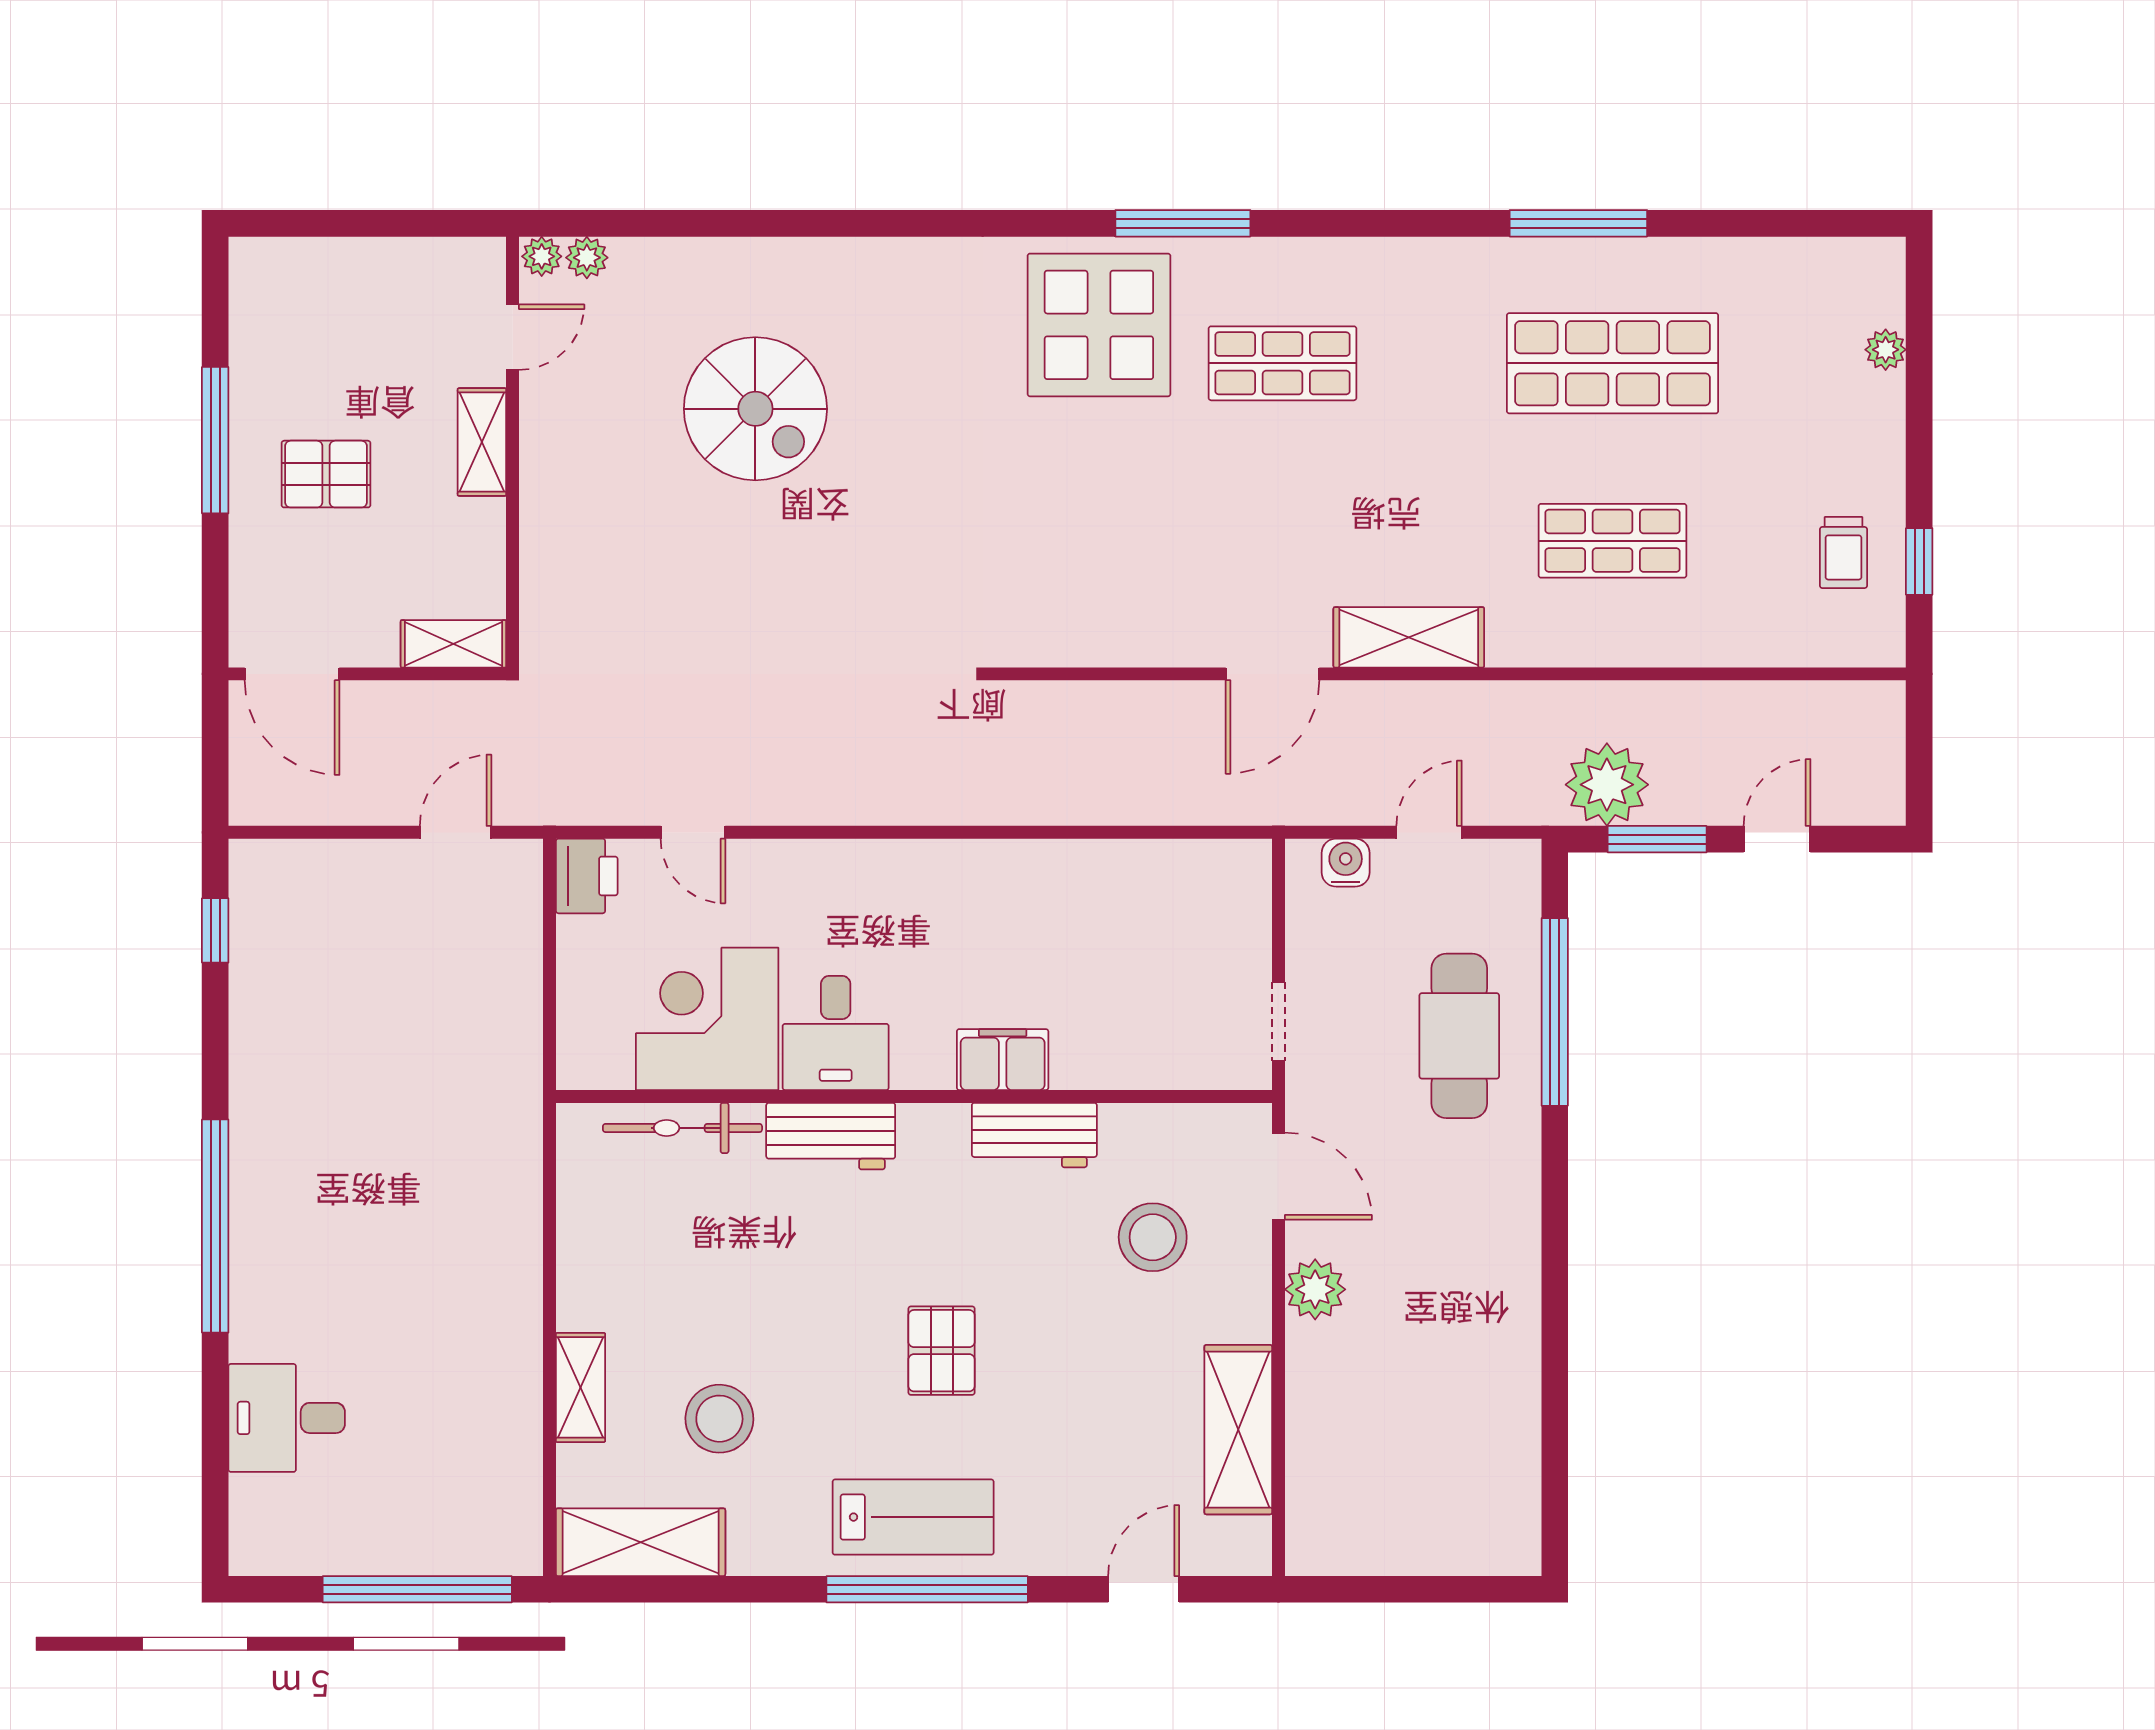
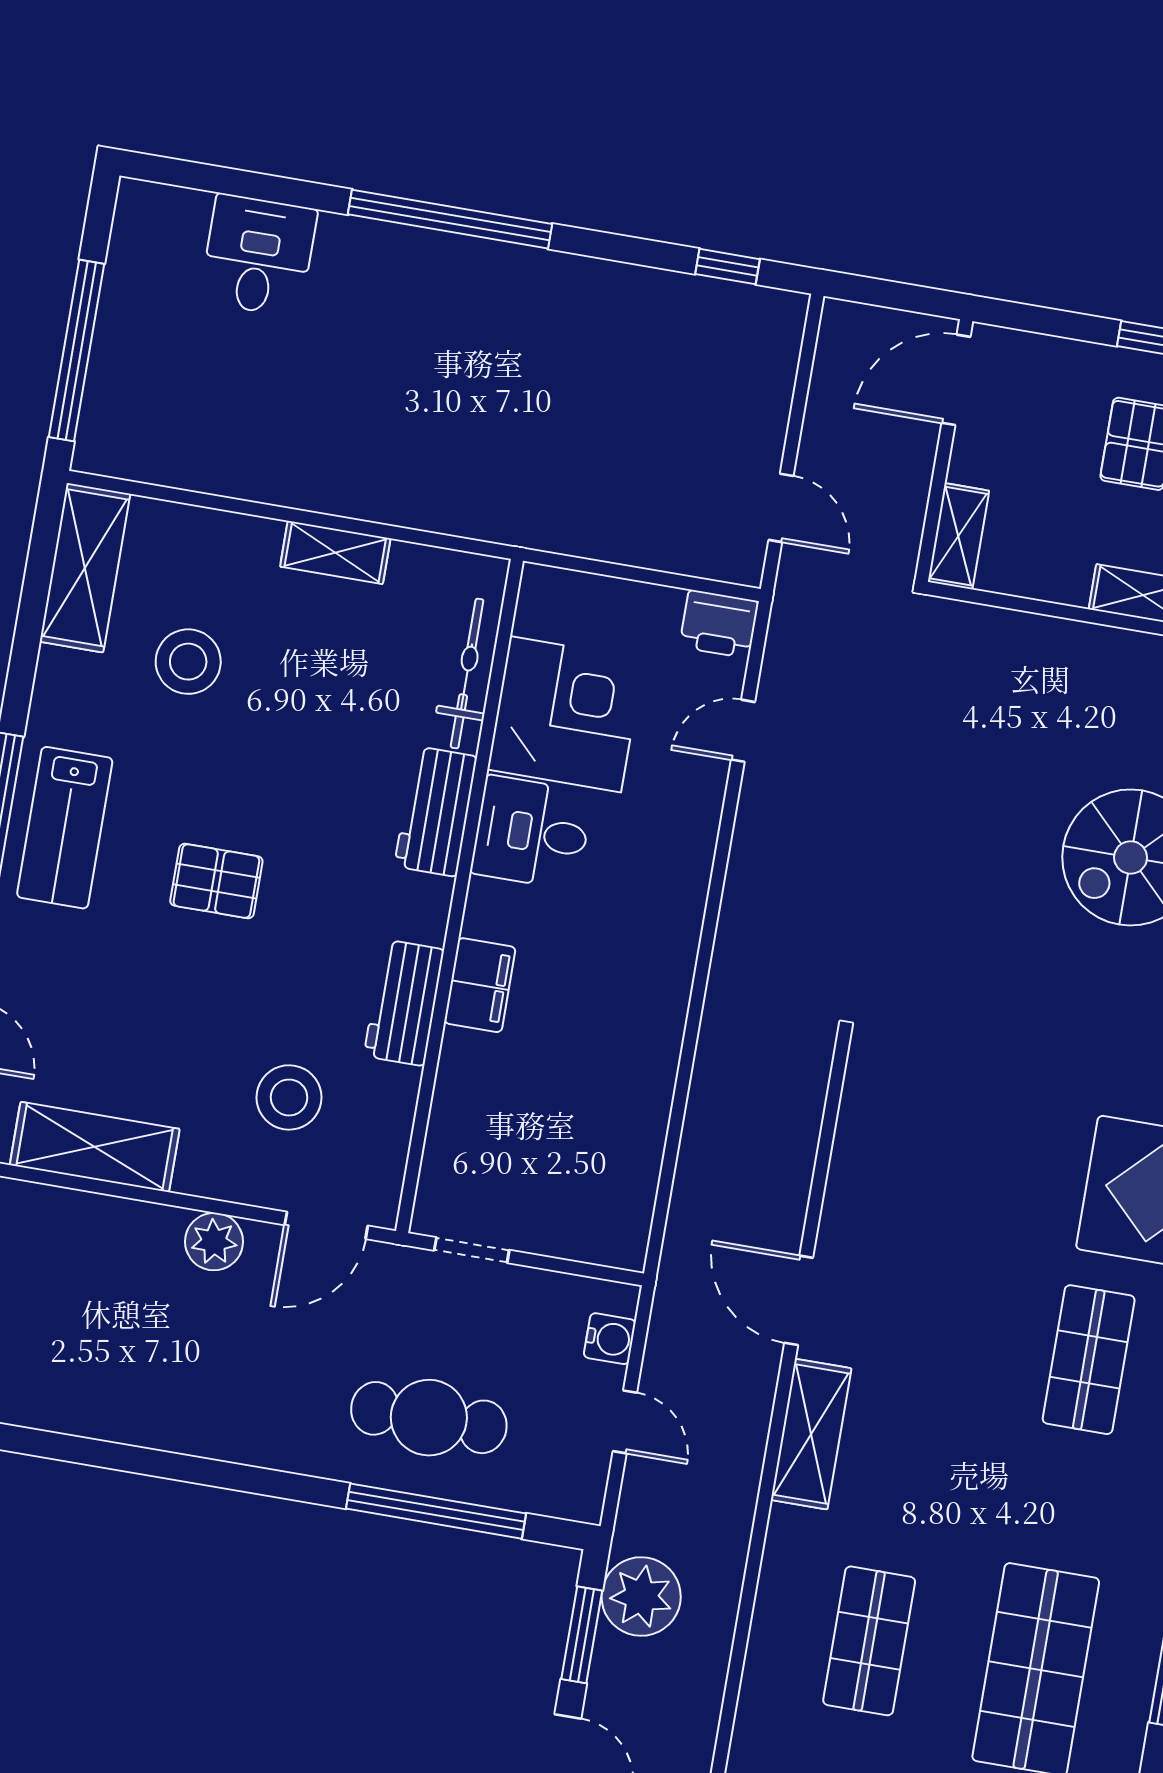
shelving: (580, 1387) -> (335, 552), moved

